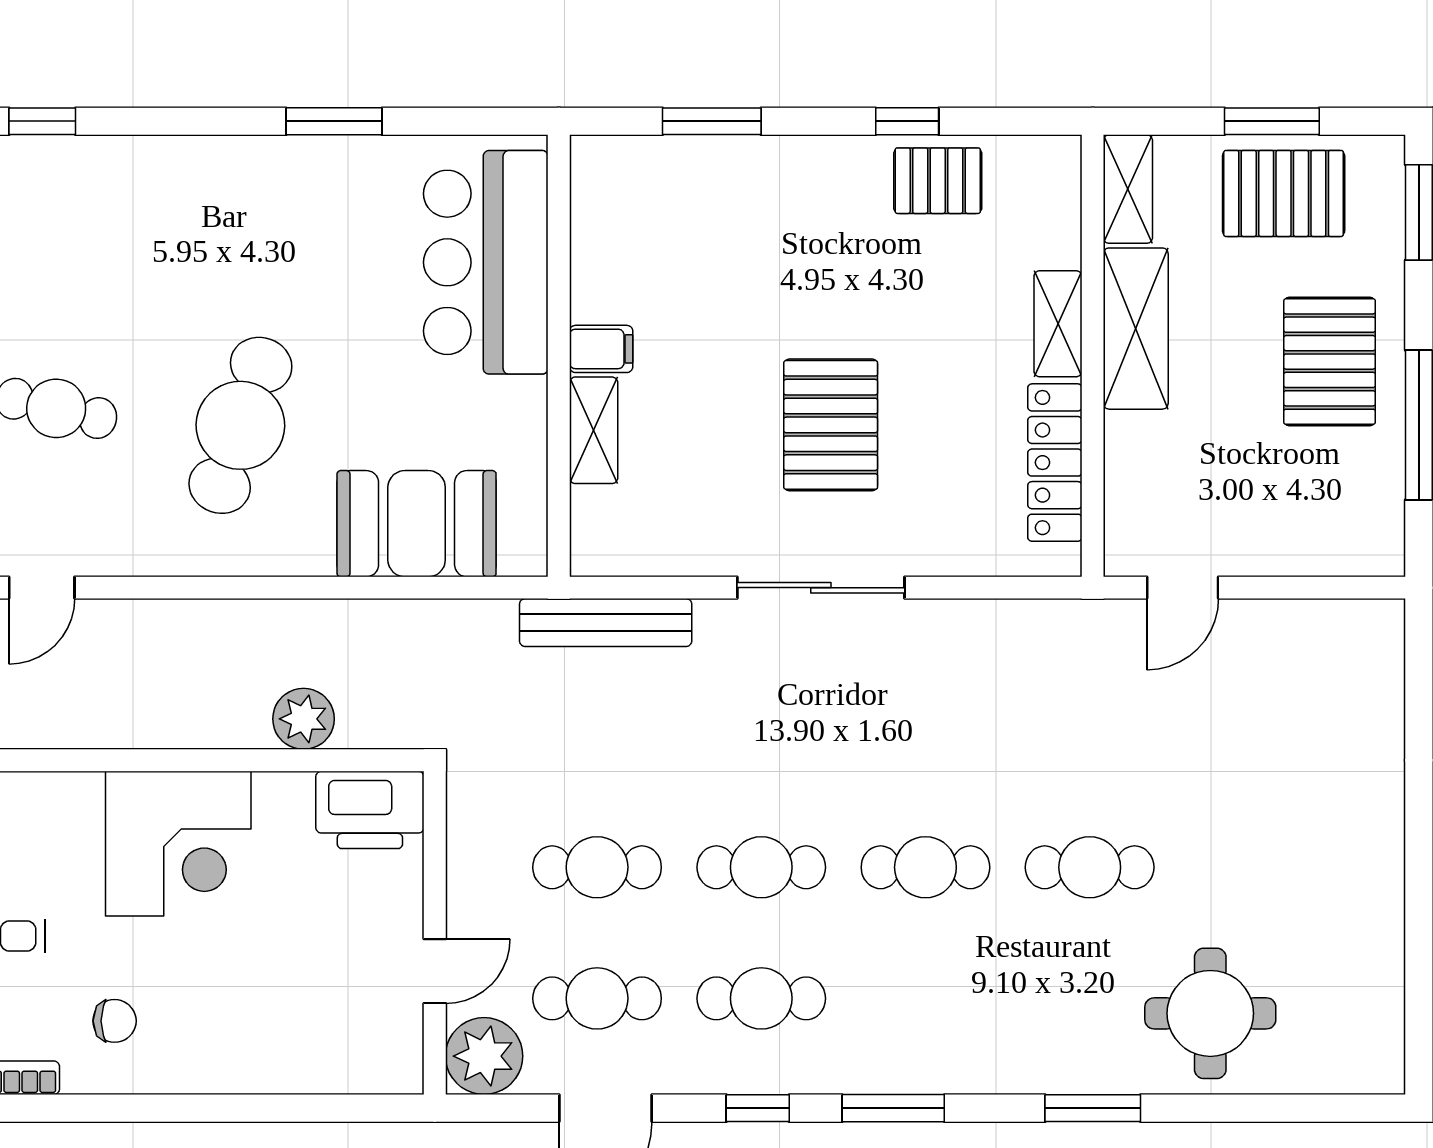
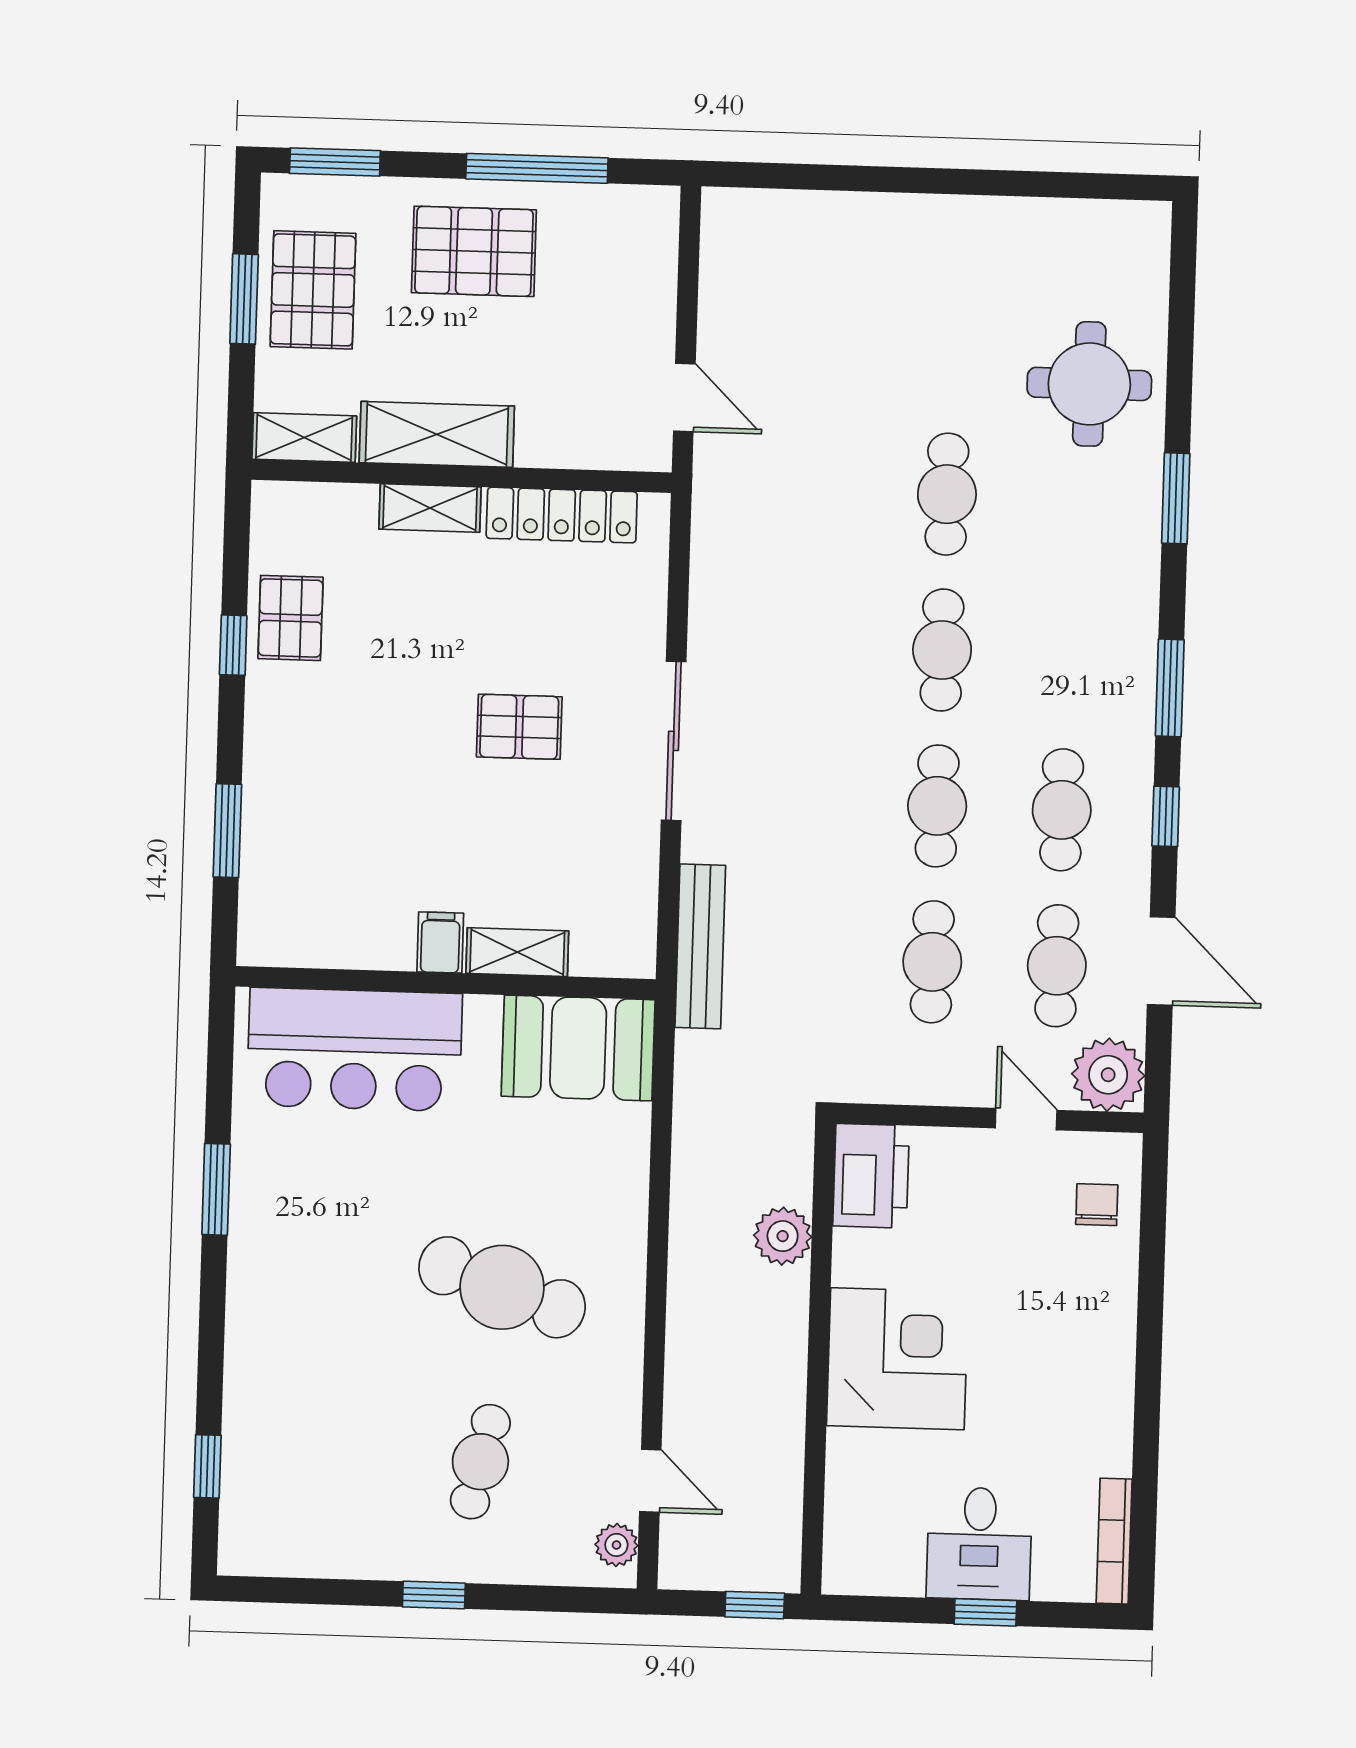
pallet: (831, 425) -> (519, 727), width x0.67, depth x0.71
booth: (417, 524) -> (578, 1048), moved, turned 90
chair: (115, 1021) -> (1097, 1205), moved

